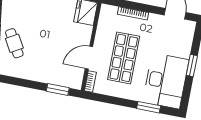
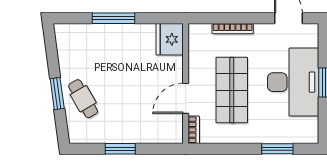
desk: (166, 81) -> (293, 82), moved
window: (58, 90) -> (120, 149), moved

